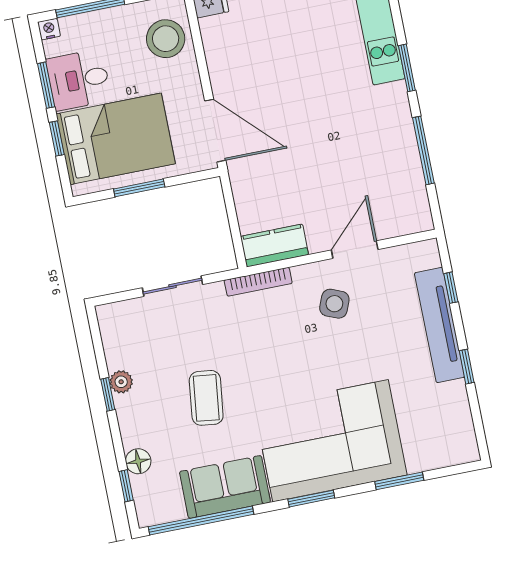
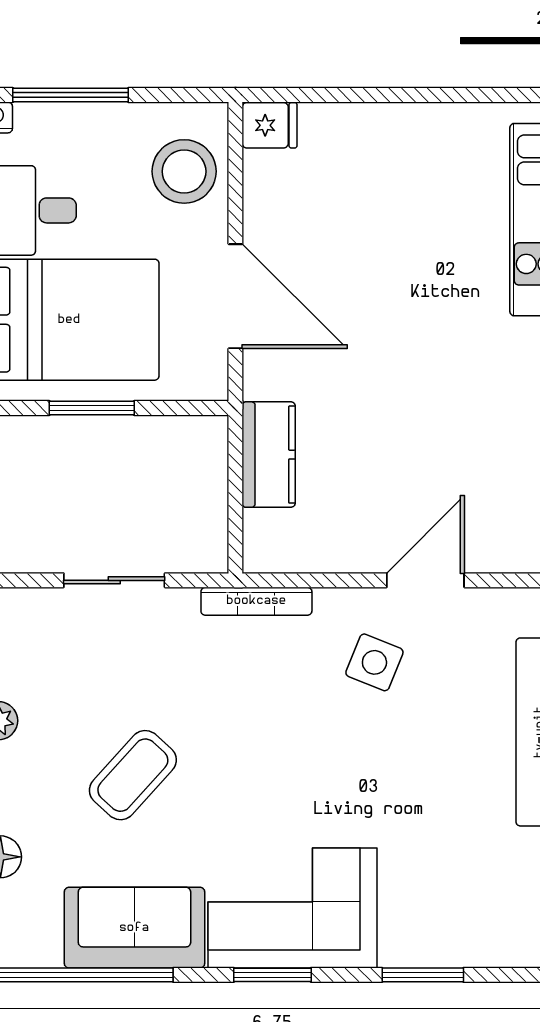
door: (215, 131) -> (235, 296), moved
kitchen counter: (275, 245) -> (269, 455), moved, turned 90
coffee table: (206, 398) -> (133, 775), turned 35
corner sofa: (330, 441) -> (292, 908), width x0.73, depth x0.74

